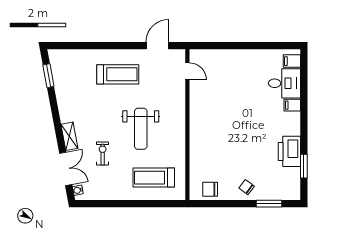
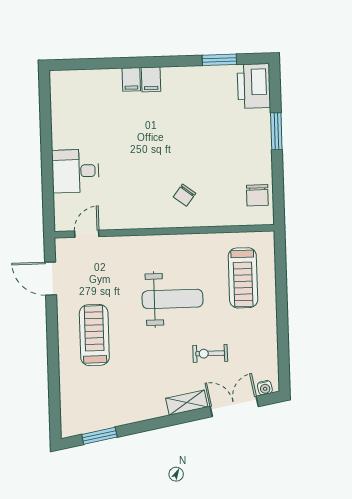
filing cabinet: (292, 61) -> (151, 79), moved
desk: (284, 83) -> (75, 171), moved, turned -90
printer: (289, 151) -> (254, 86), moved, turned 90
chair: (247, 187) -> (184, 195), moved
window: (269, 204) -> (276, 131), moved

